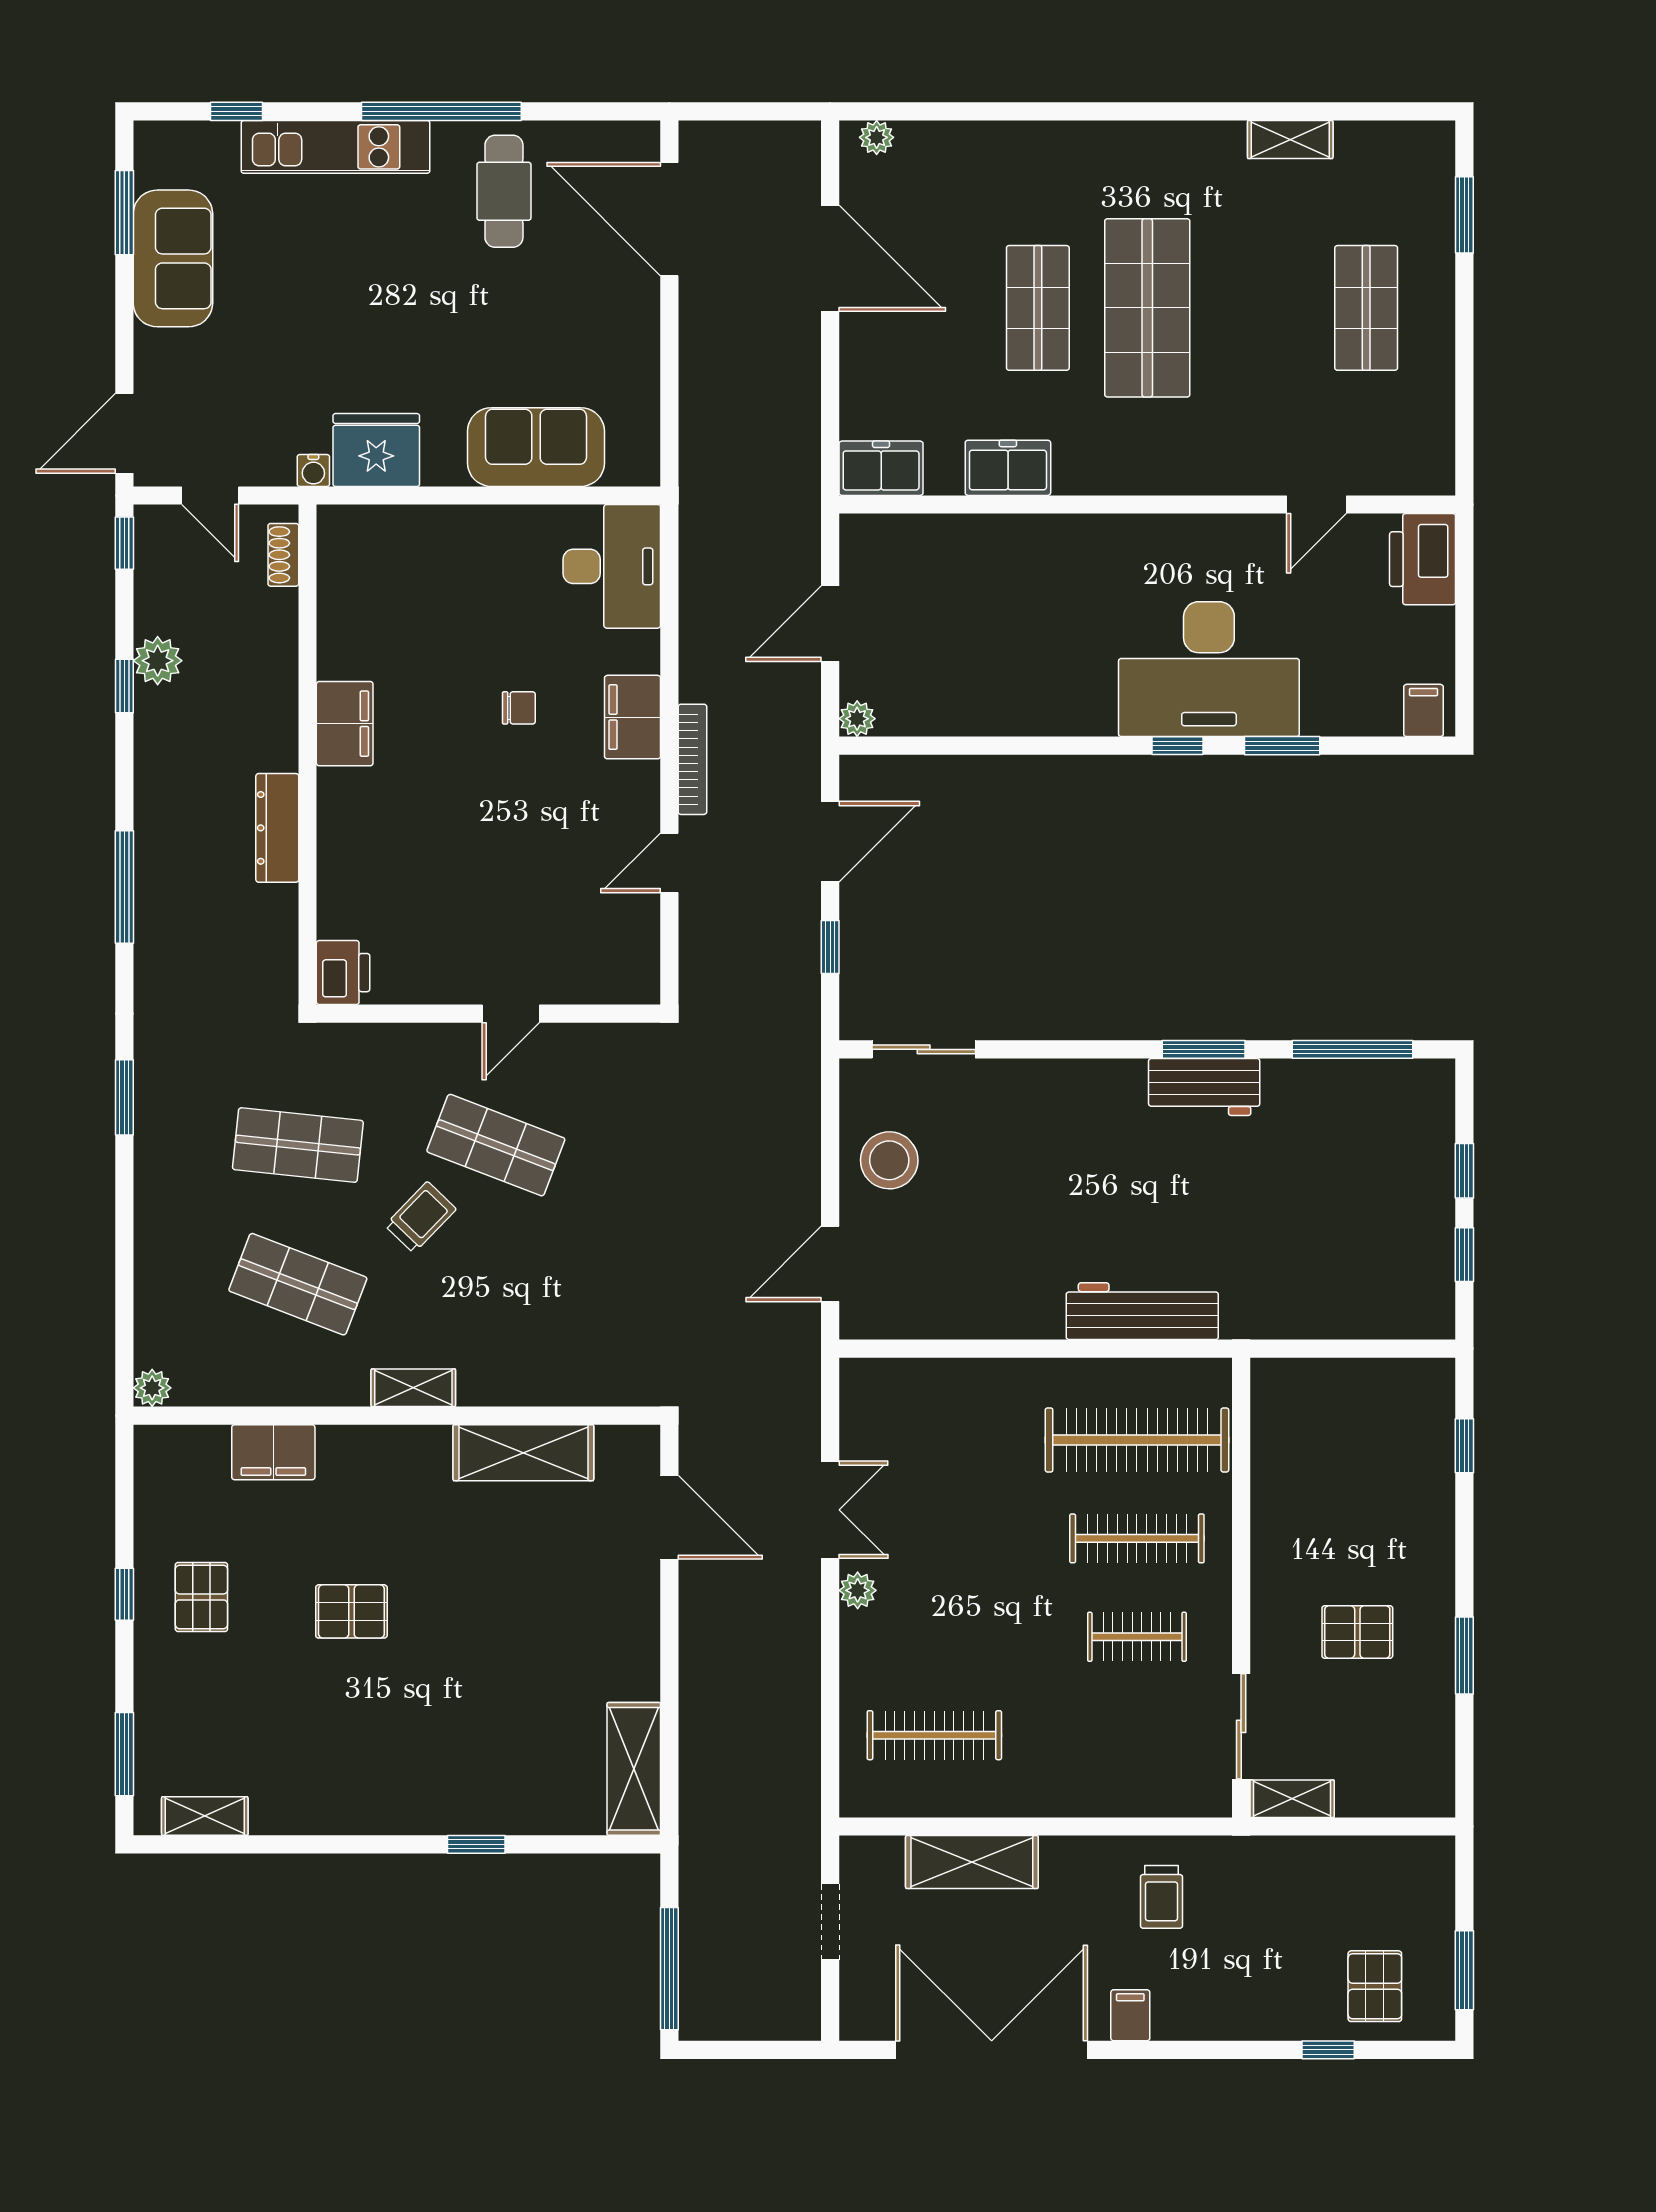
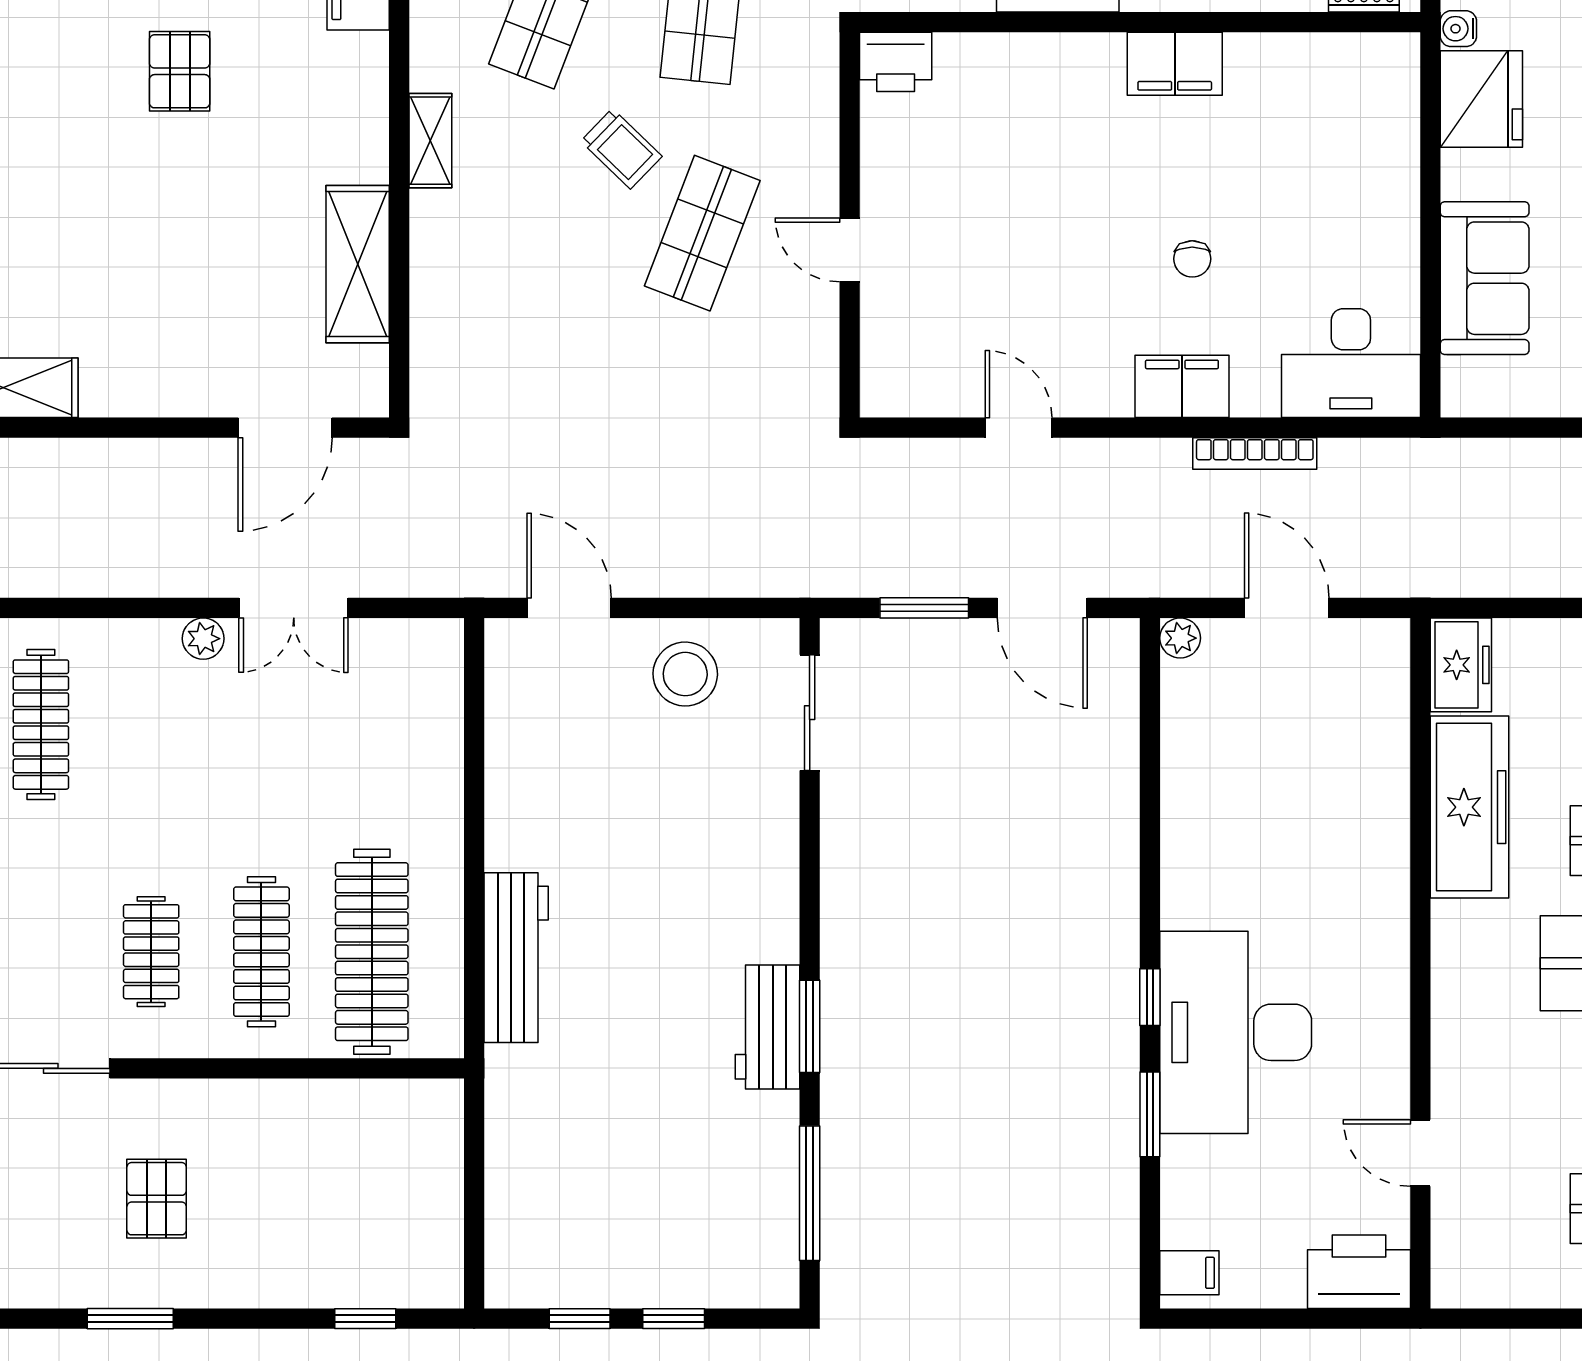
freezer: (1008, 468) -> (1469, 807), width x1.91, depth x1.26
bookcase: (692, 759) -> (1255, 453), moved
window: (830, 947) -> (924, 608), width x1.50

